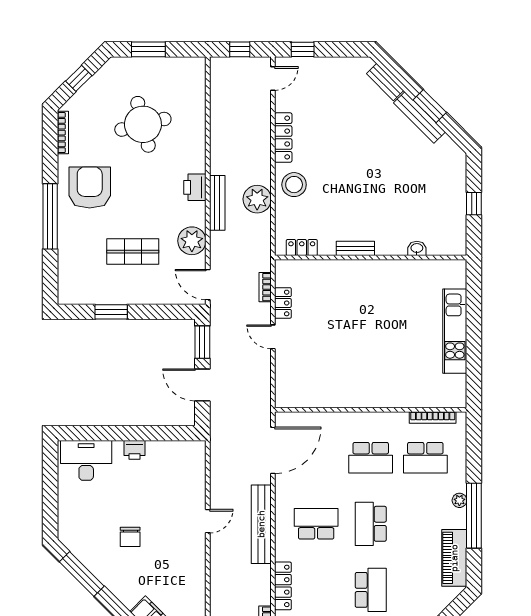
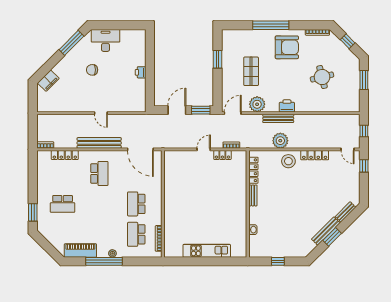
round table: (143, 124) -> (322, 77), width x0.73, depth x0.73
locker: (302, 248) -> (253, 170), width x1.53
desk: (86, 460) -> (106, 40), moved, turned -90
school desk: (371, 524) -> (99, 204), removed

